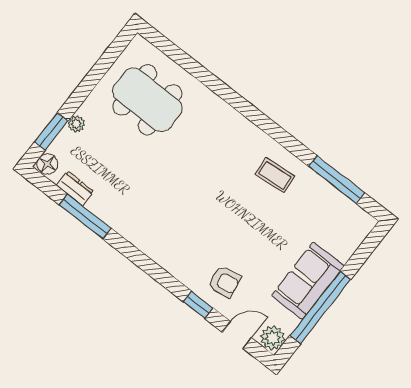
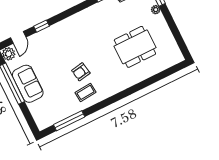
dining table: (147, 100) -> (135, 47), moved
armchair: (224, 282) -> (81, 72), moved

